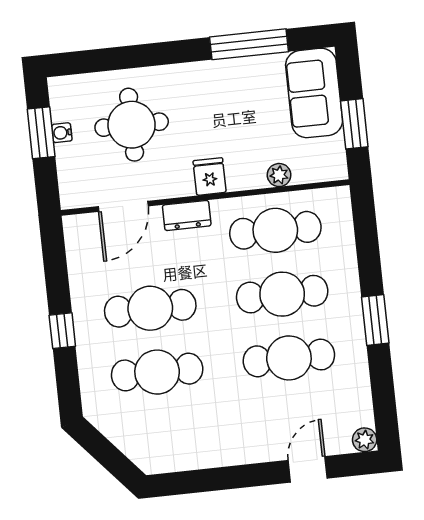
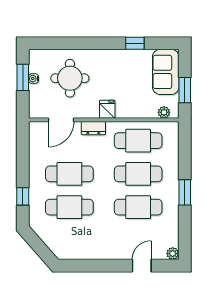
window: (249, 44) -> (135, 43), width x0.46
plant: (279, 175) -> (164, 112), moved
window: (62, 331) -> (23, 196), moved

